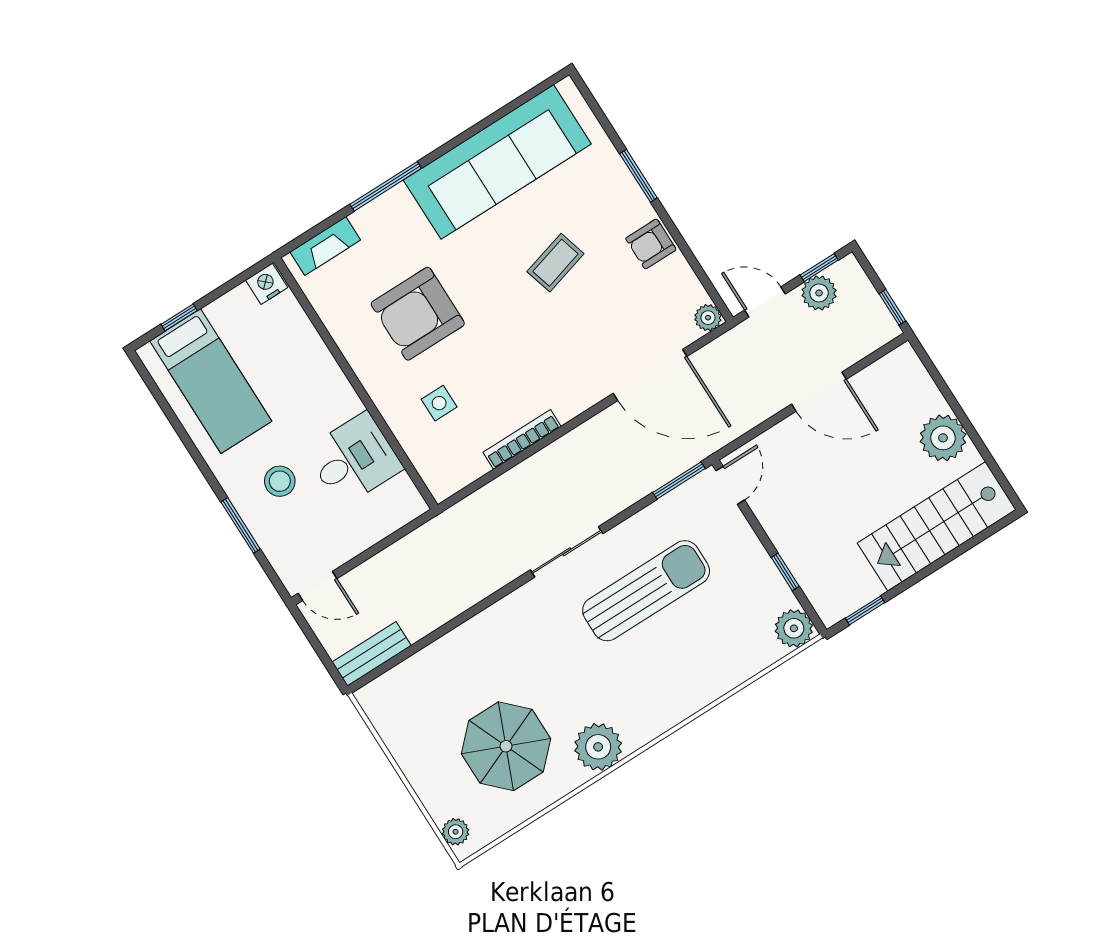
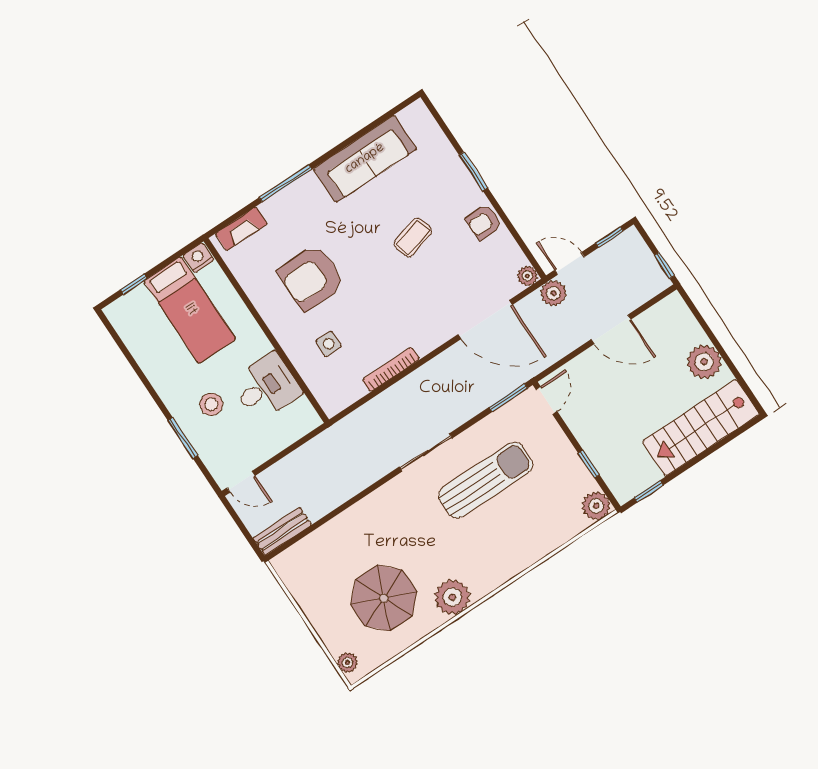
sofa: (497, 162) -> (365, 159), width x0.74, depth x0.79
plant: (819, 293) -> (553, 293), moved
bed: (211, 381) -> (190, 310), moved

